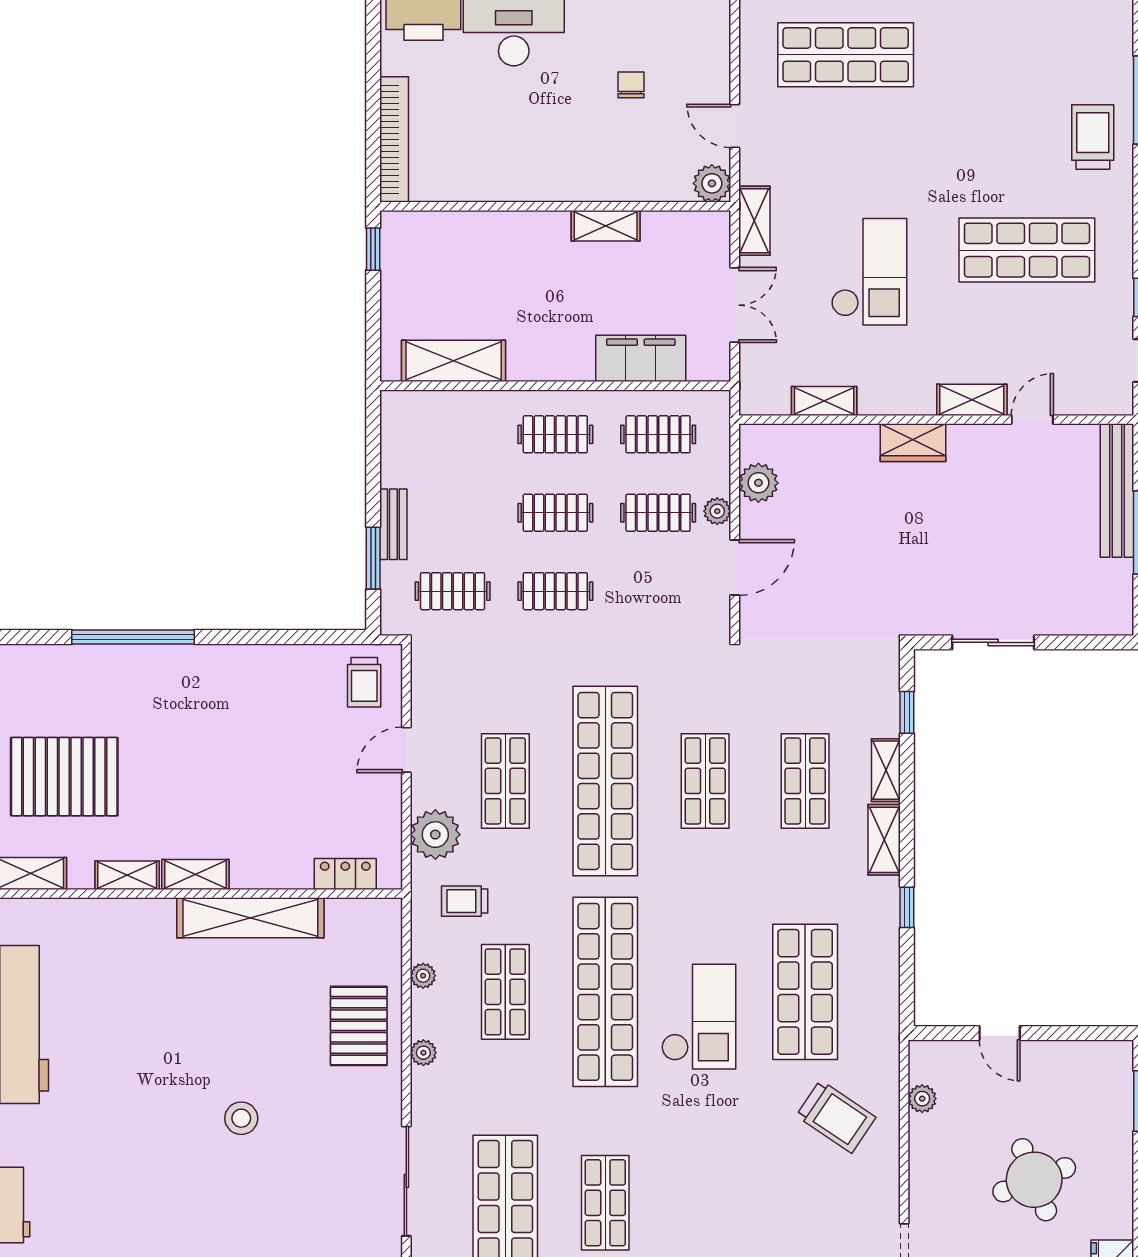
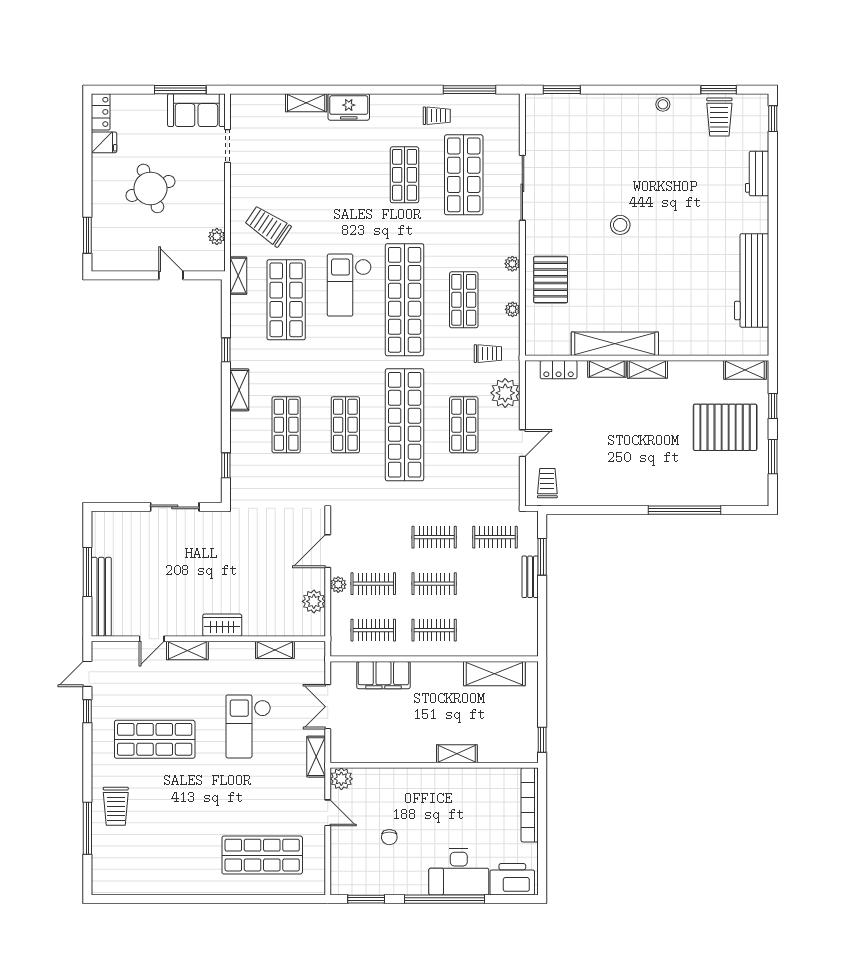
shelving: (606, 226) -> (457, 754), moved
shelving: (886, 770) -> (238, 276), moved
shelving: (127, 875) -> (607, 369), moved

